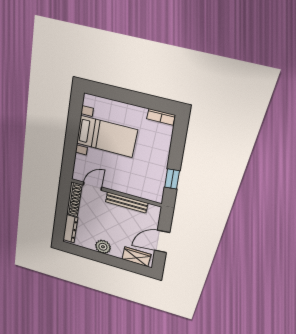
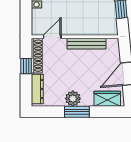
window: (62, 206) -> (26, 66), added
window: (105, 259) -> (77, 112), added

